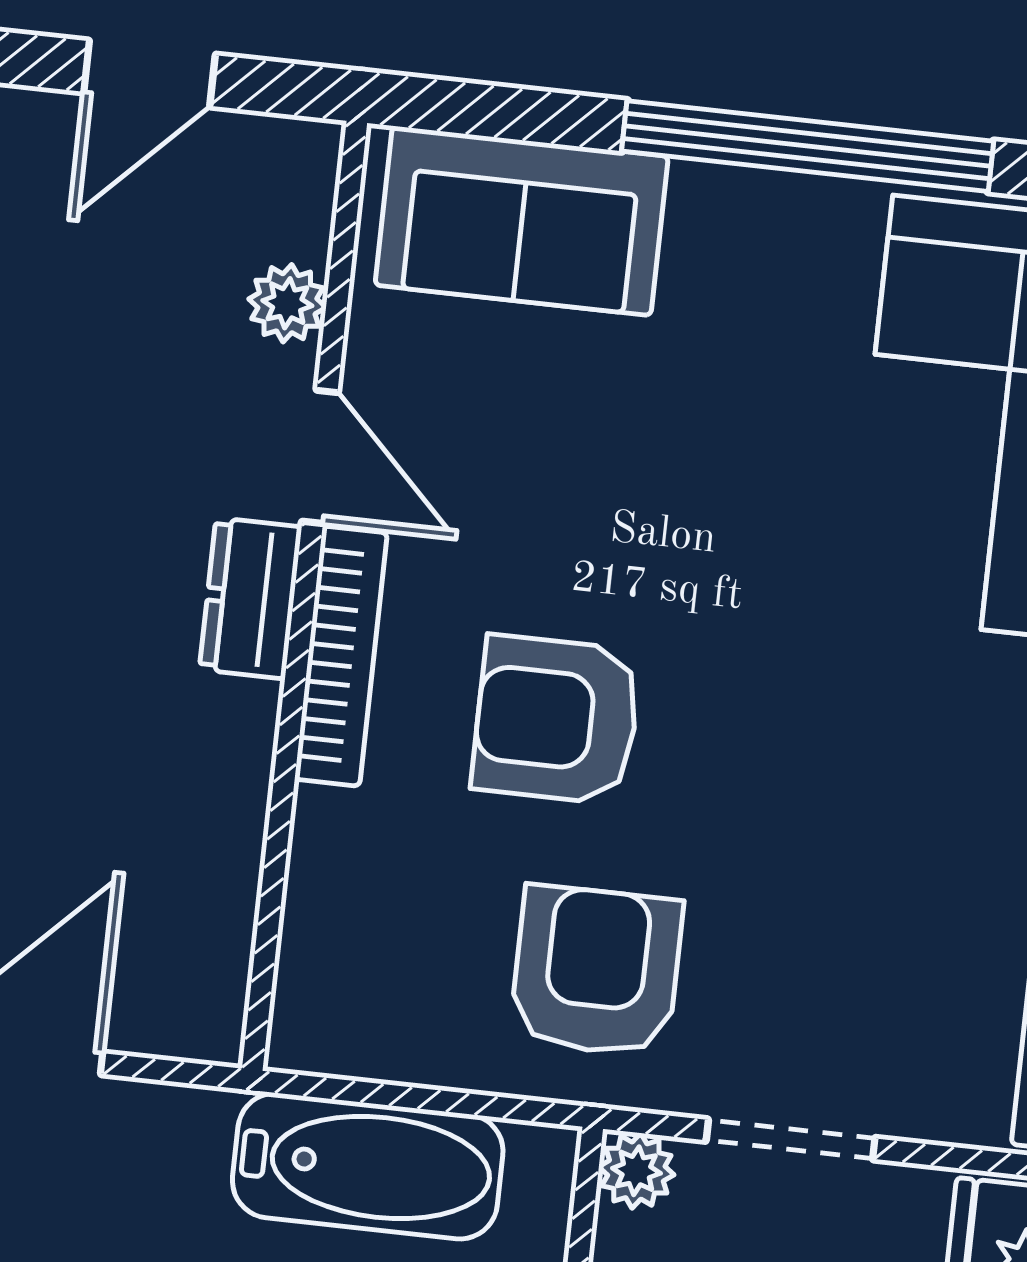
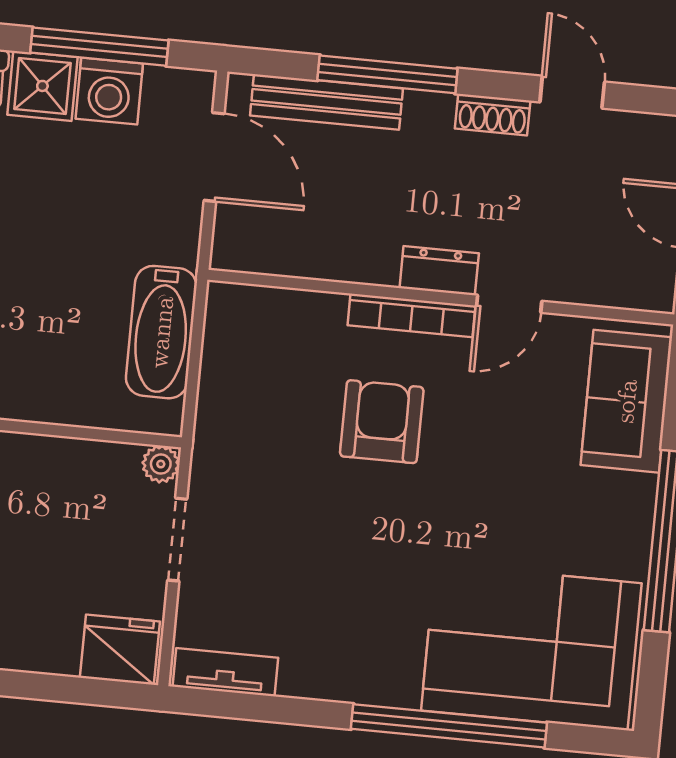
plant: (287, 303) -> (584, 287), removed
armchair: (596, 971) -> (259, 443), removed

